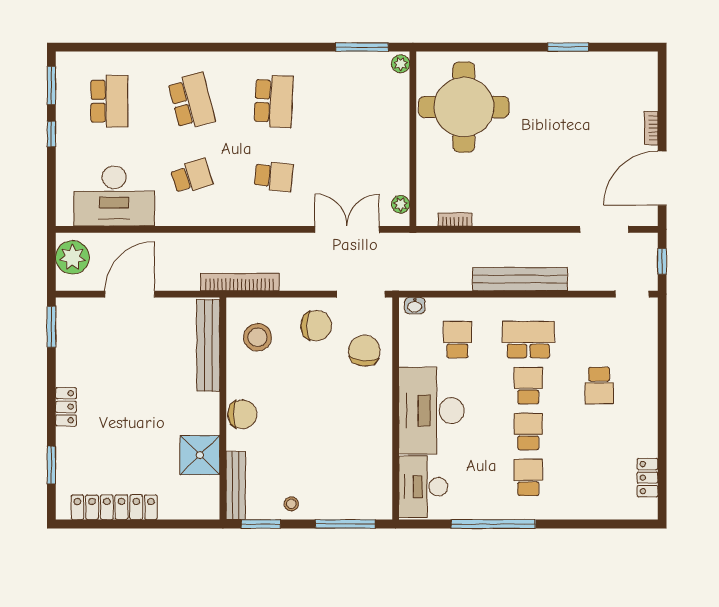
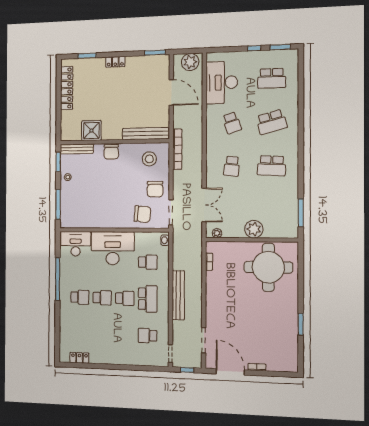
plant: (401, 64) -> (254, 229), moved, width x1.88, depth x1.88
school desk: (599, 386) -> (148, 336), moved

